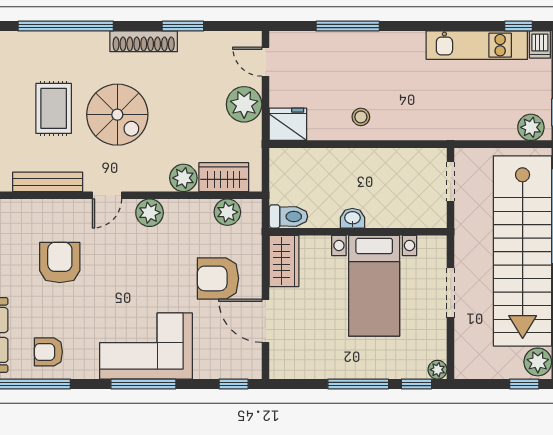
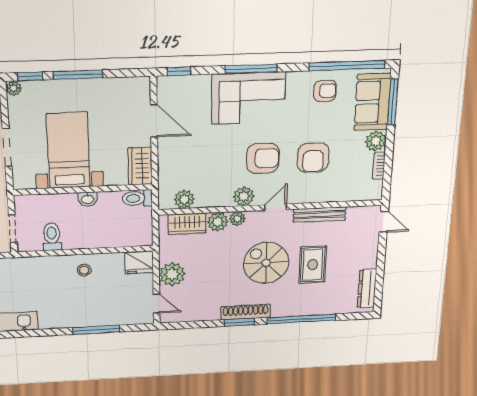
window: (183, 26) -> (239, 322), moved
toilet: (401, 167) -> (52, 237), added
plant: (157, 181) -> (237, 219), added
armchair: (218, 278) -> (263, 158), moved

